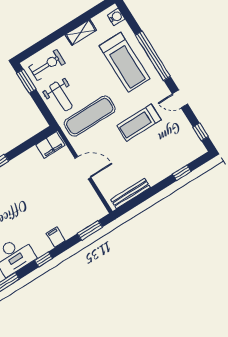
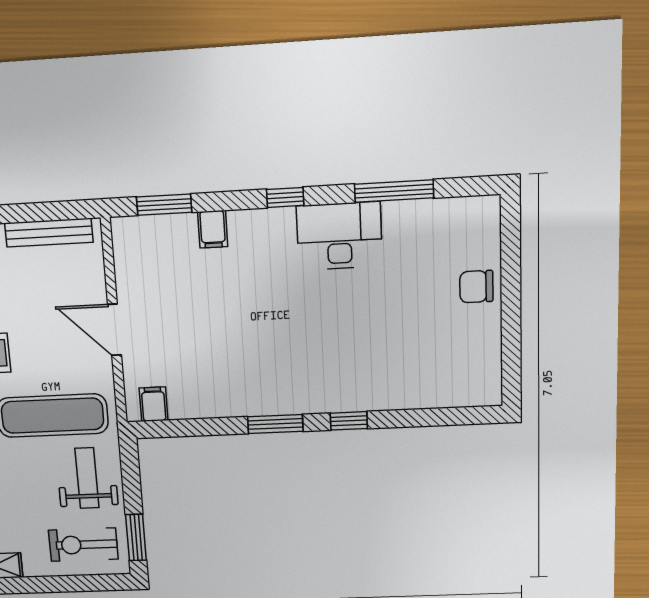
filing cabinet: (50, 145) -> (154, 404), width x0.50
filing cabinet: (56, 237) -> (213, 229), moved

